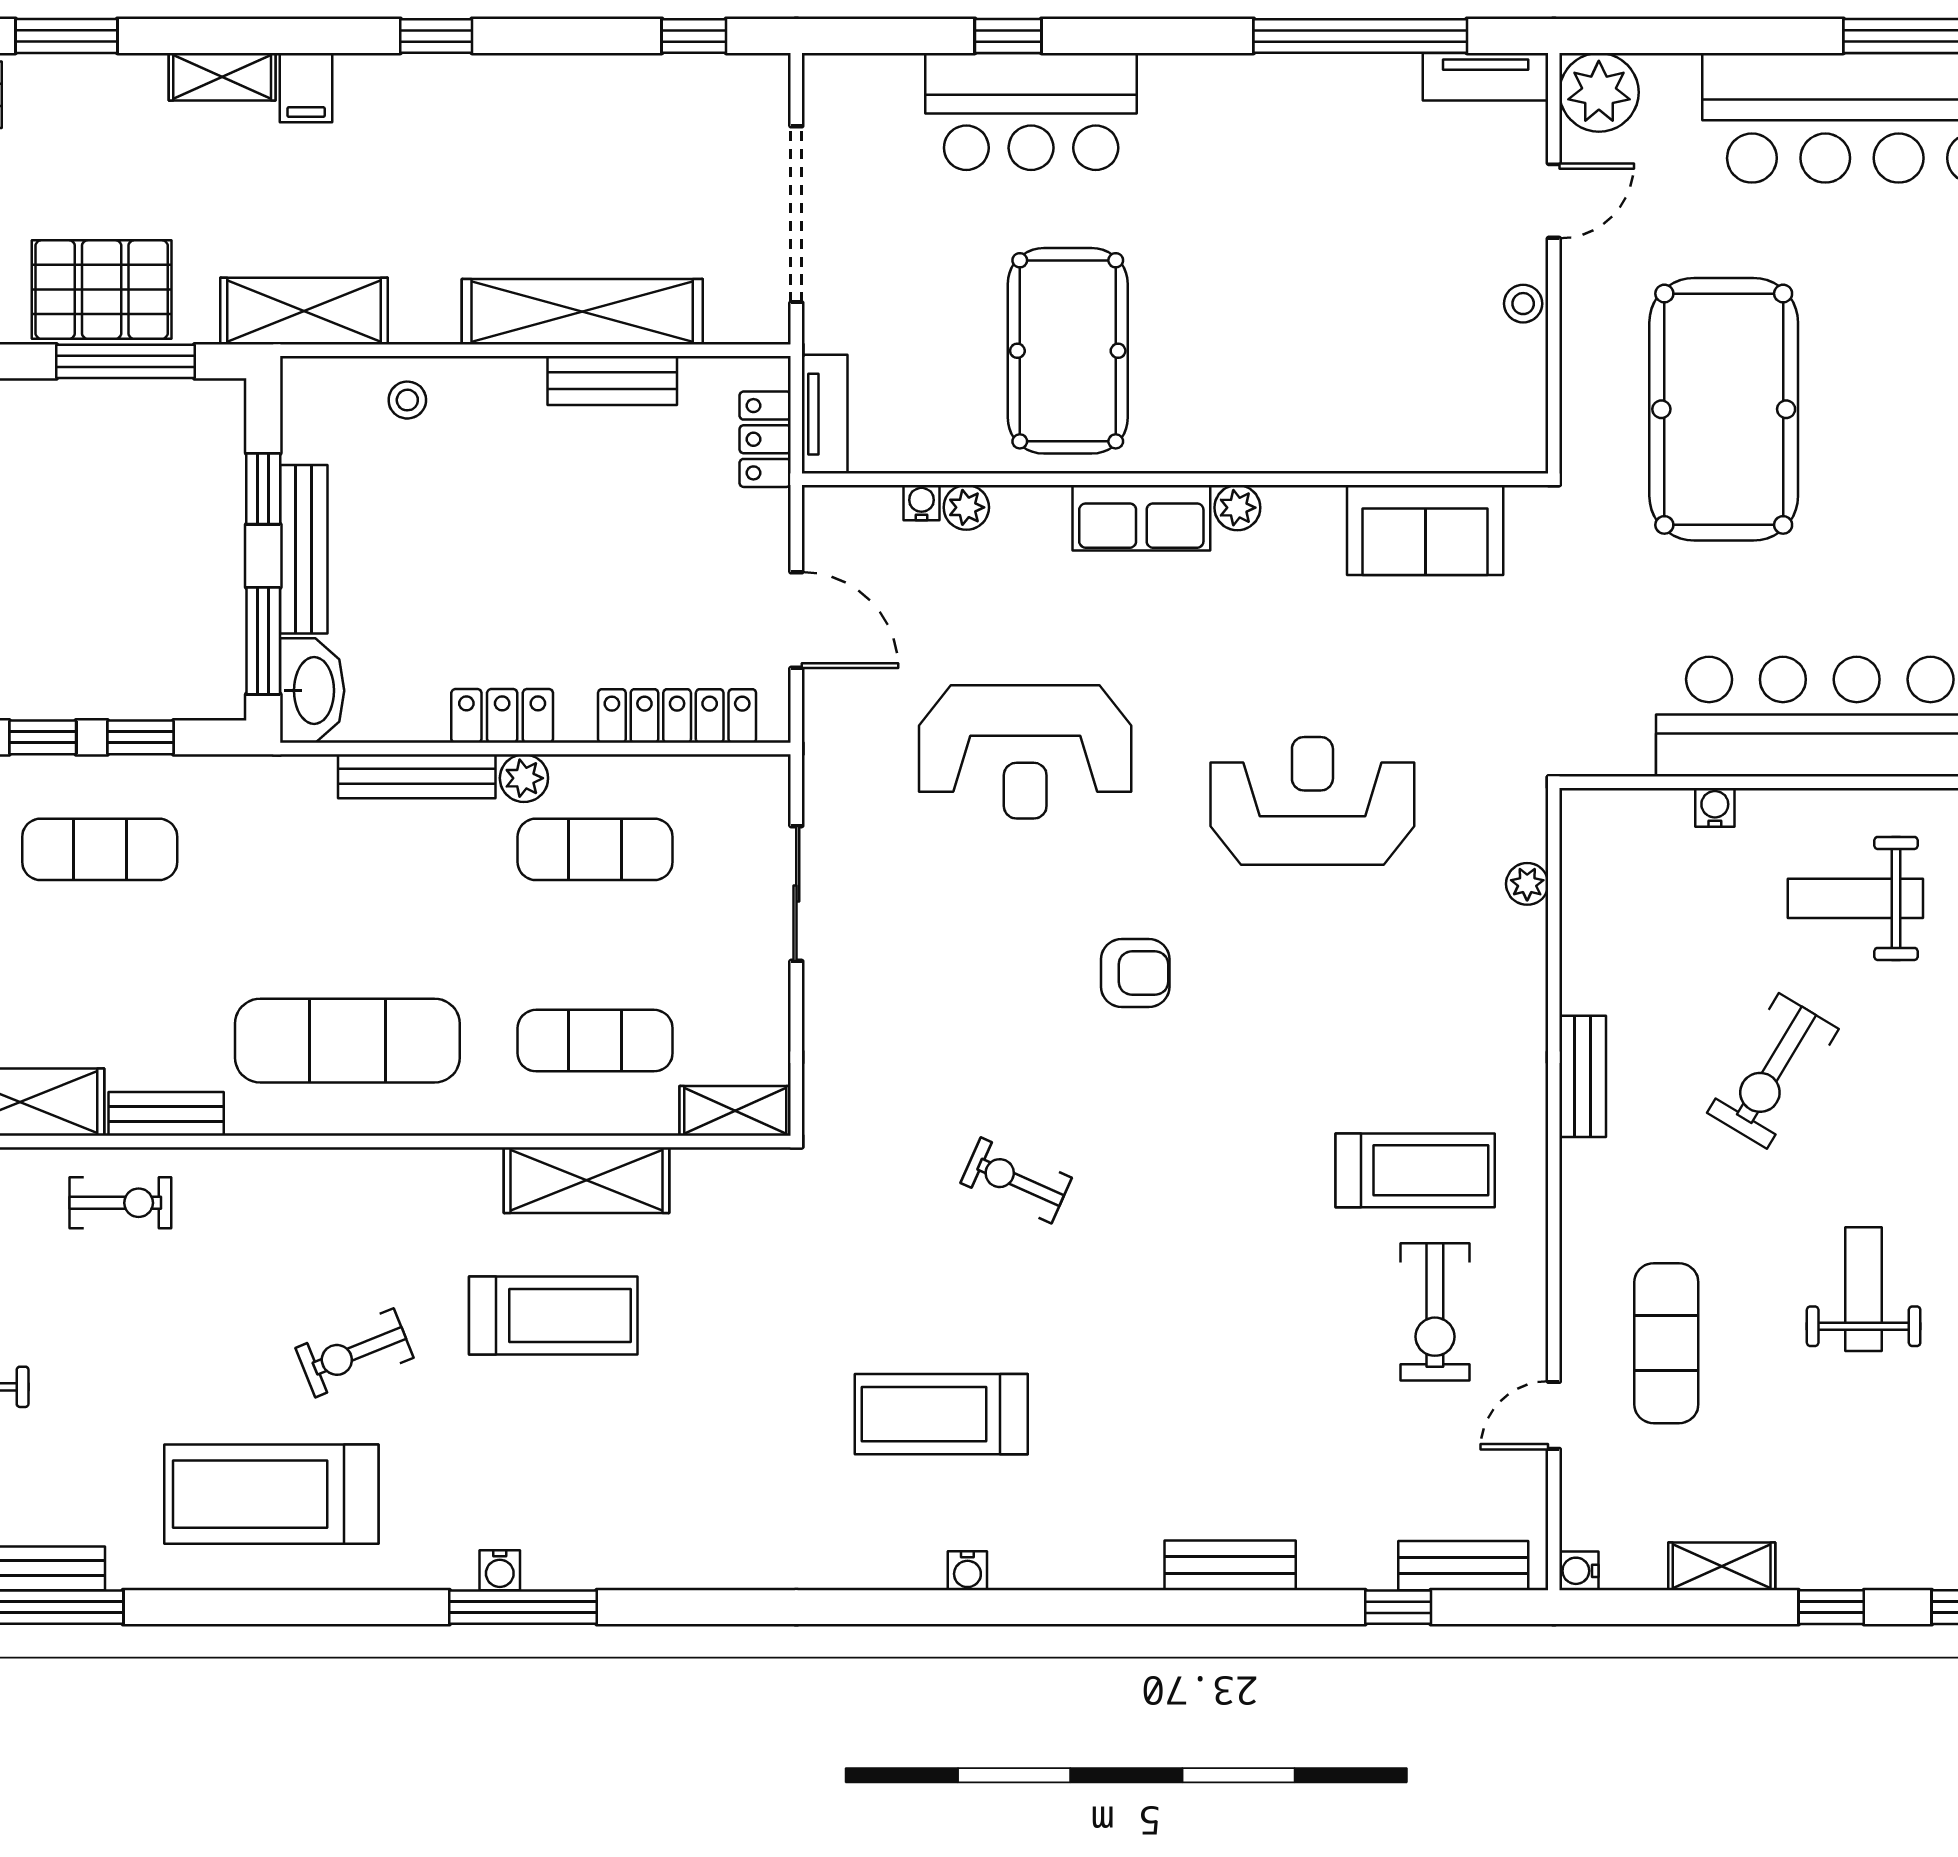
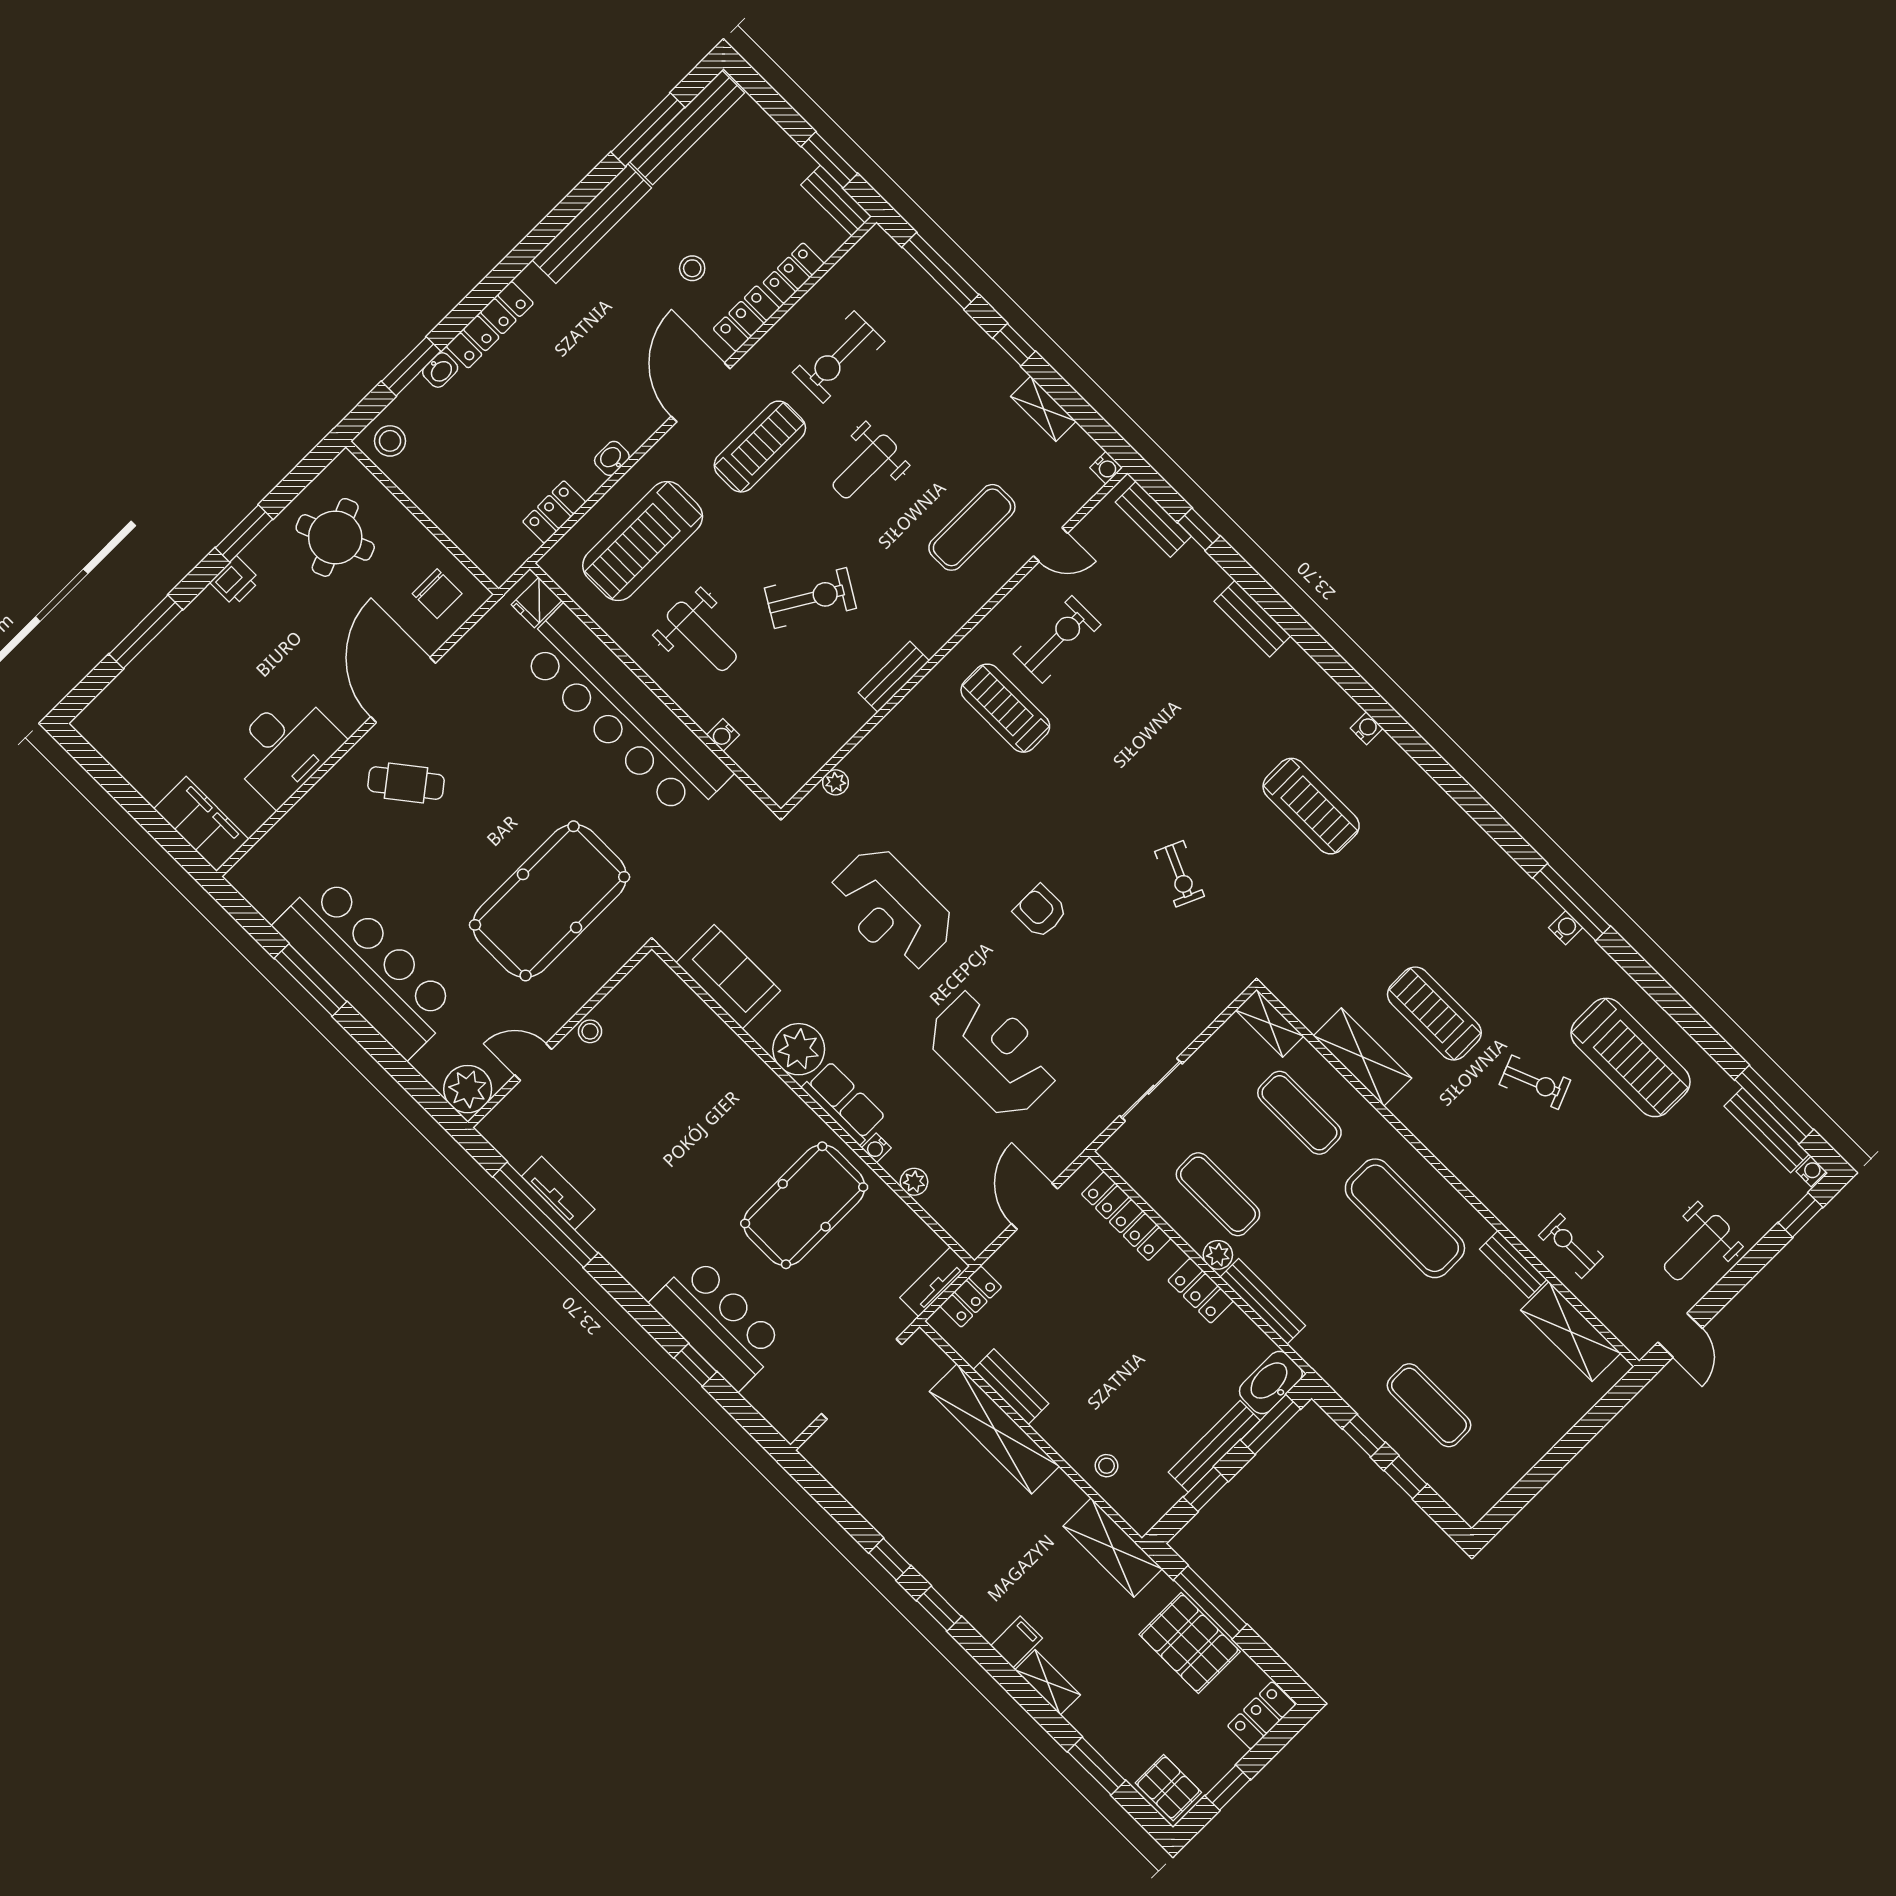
window: (694, 36) -> (890, 1559), moved
tv unit: (1486, 77) -> (558, 1193), moved
water cooler: (922, 503) -> (876, 1148), moved
plant: (1237, 508) -> (799, 1049), width x1.87, depth x1.87

